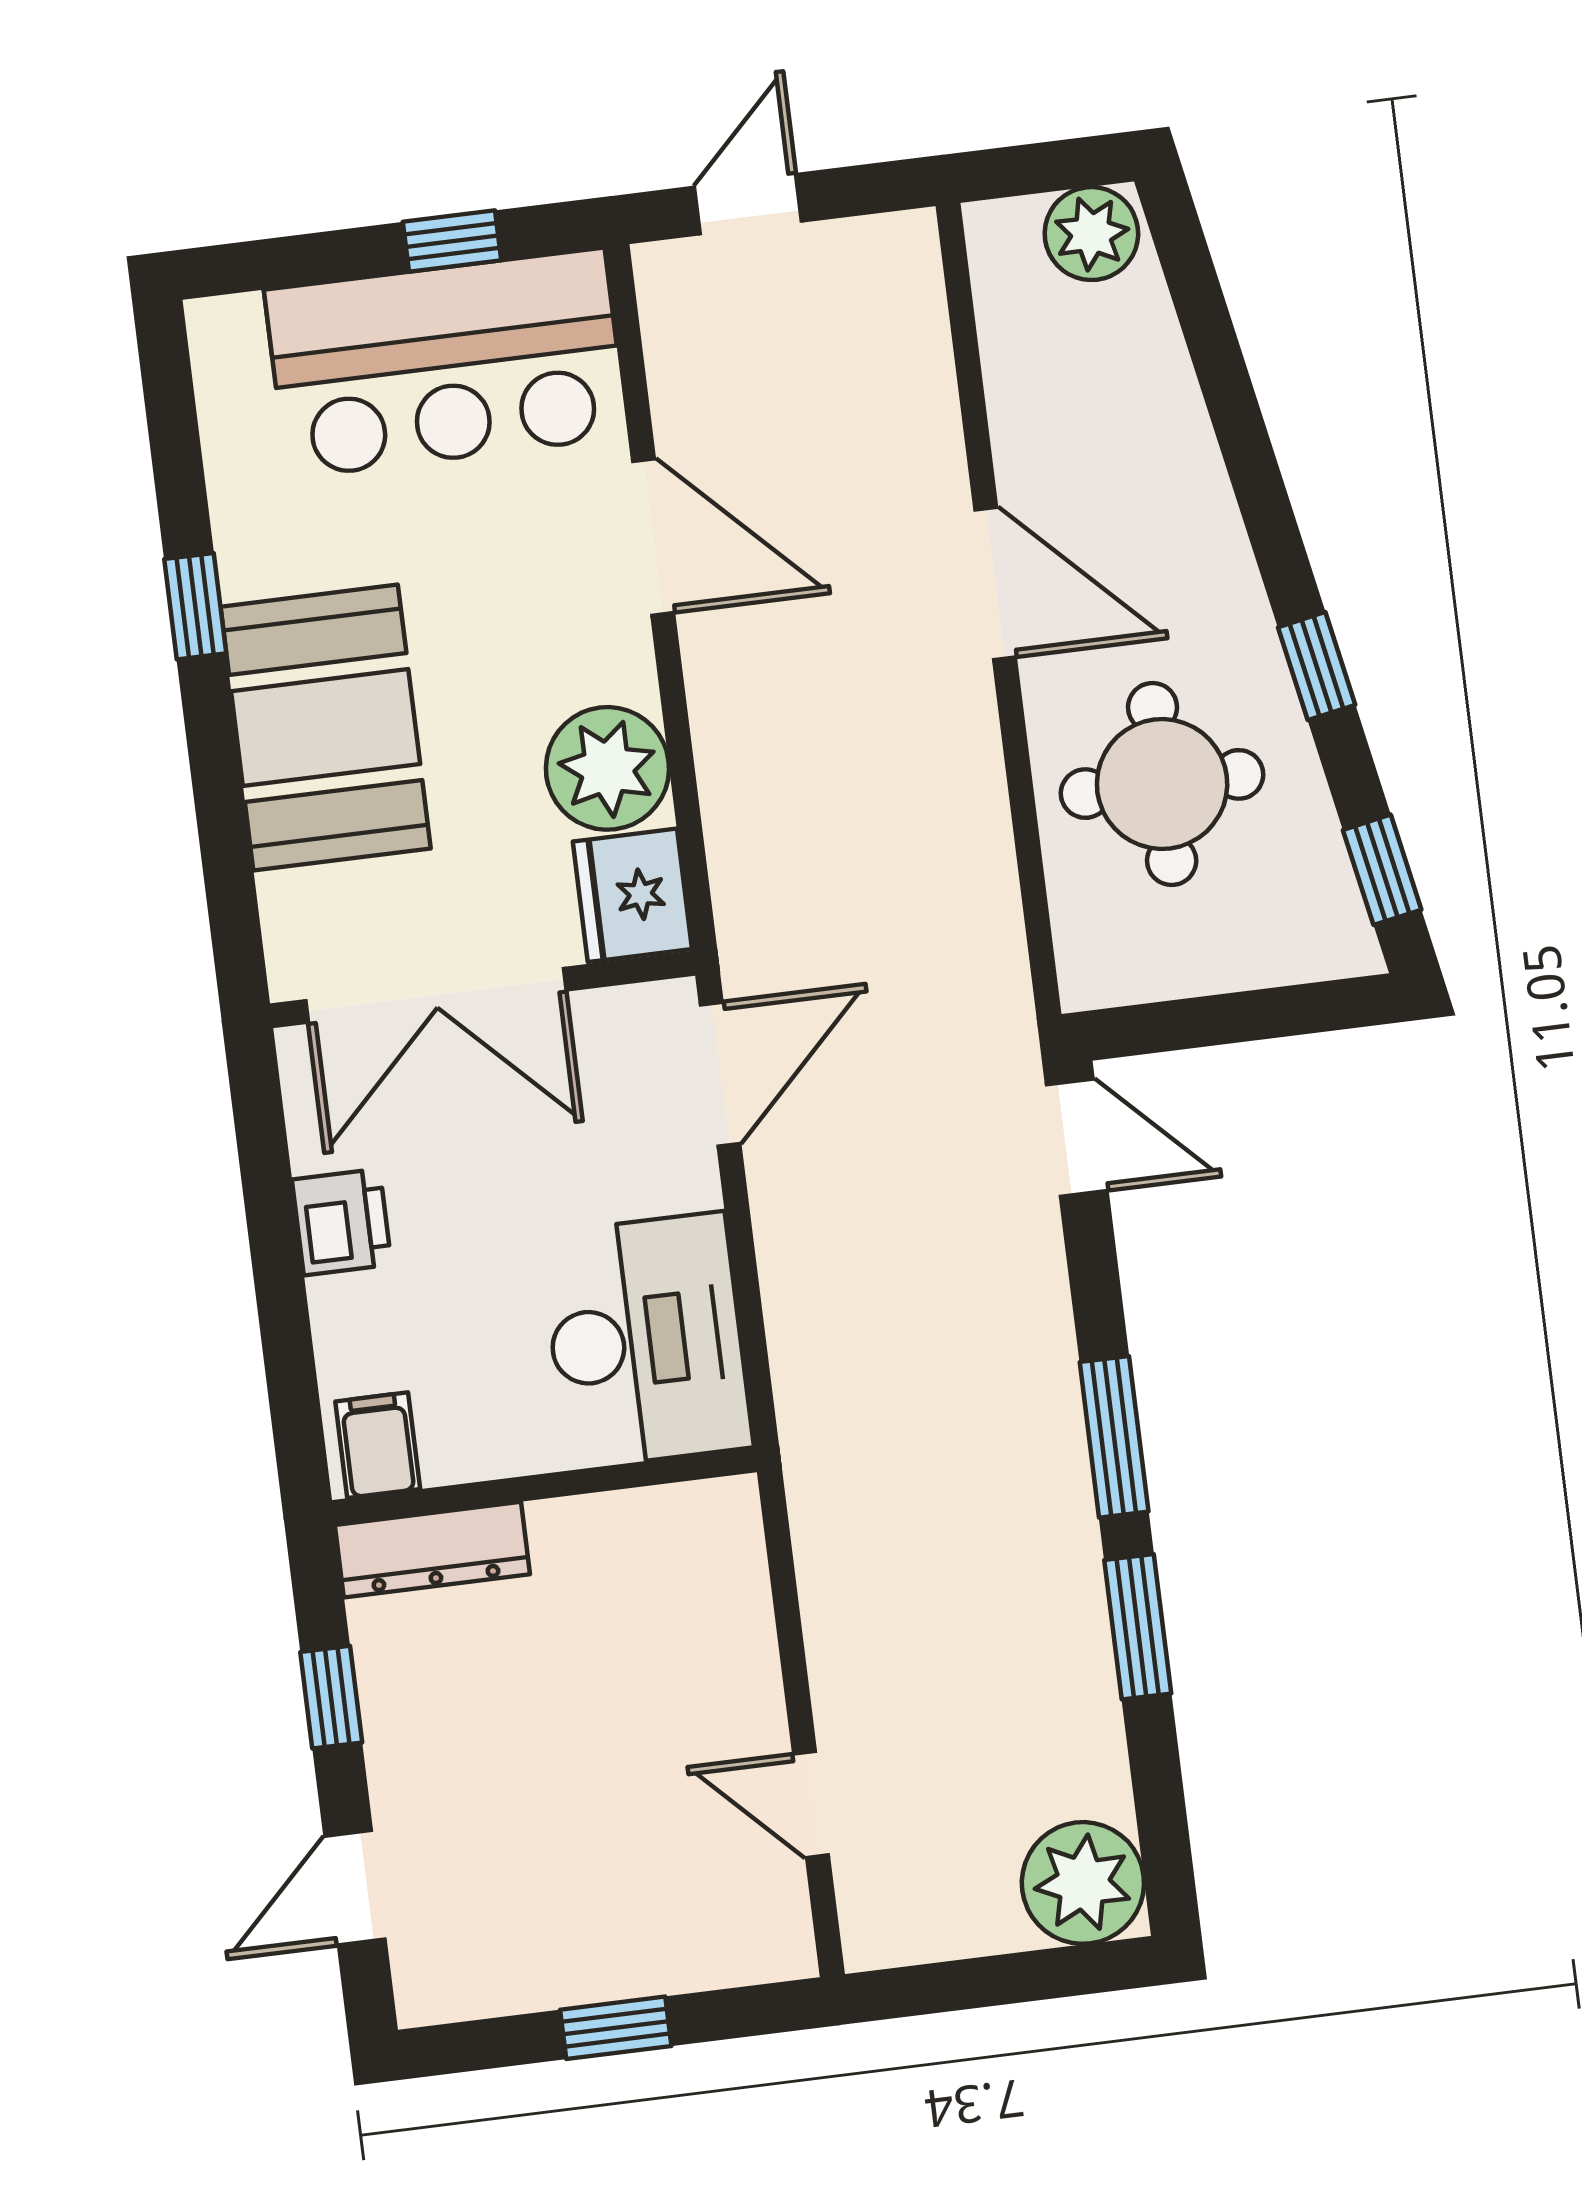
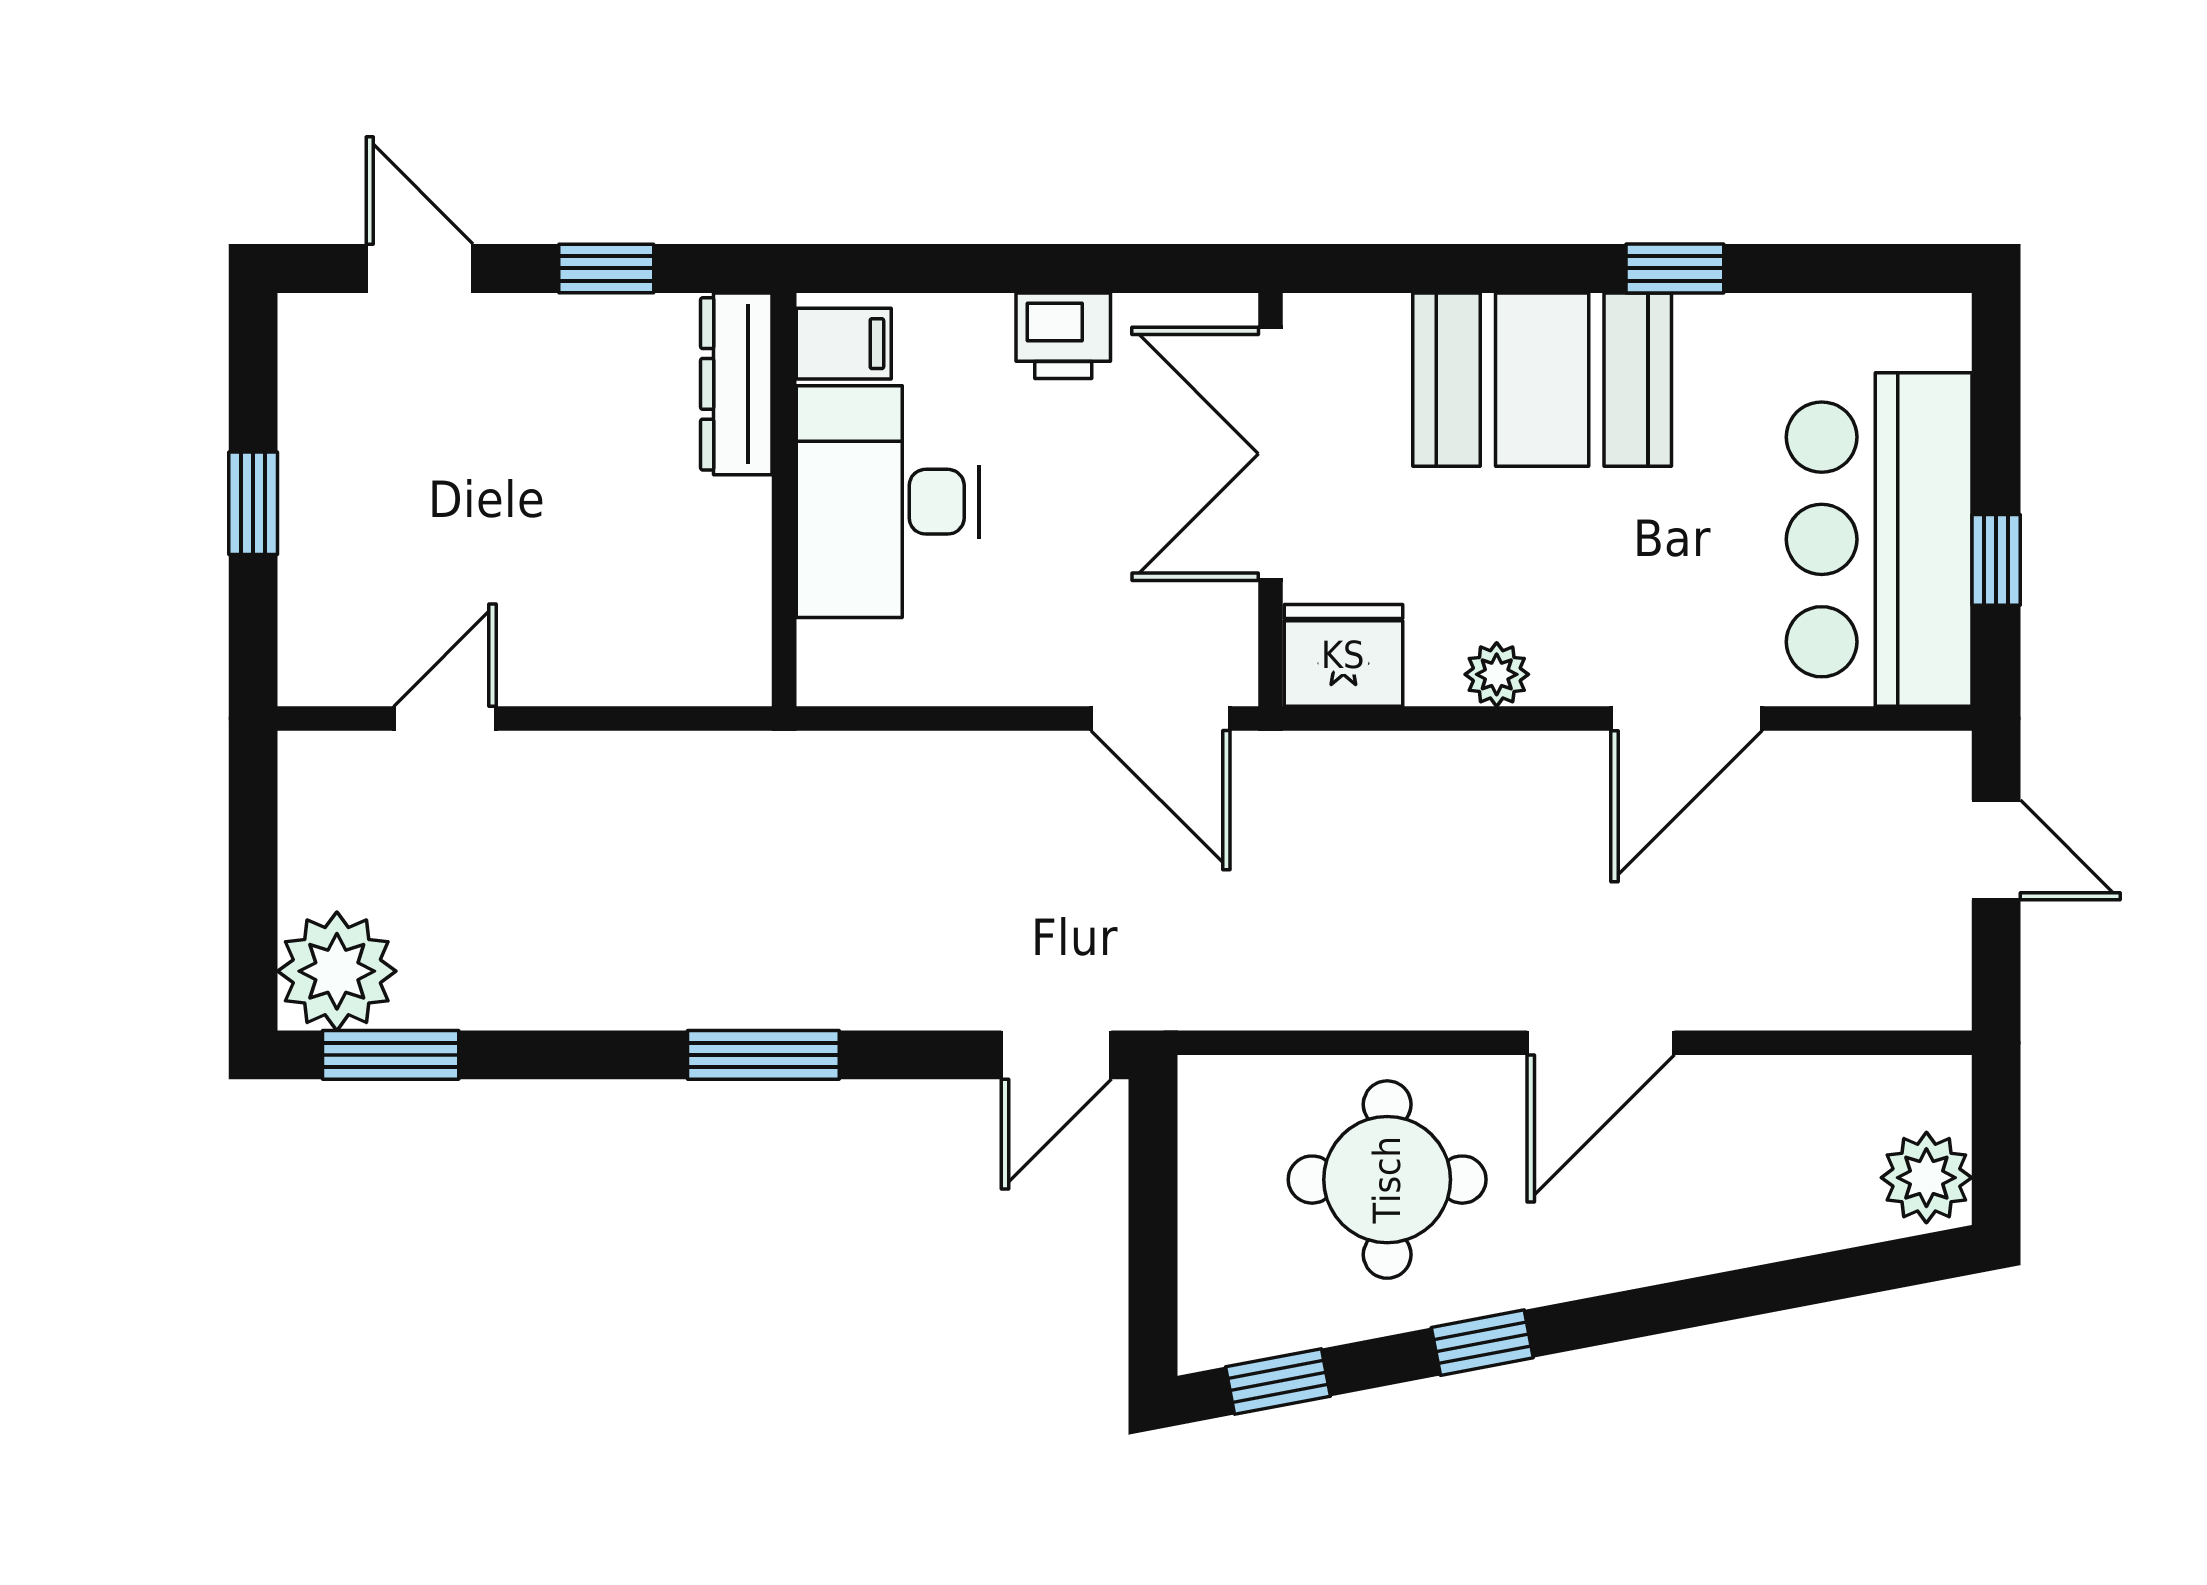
plant: (607, 768) -> (1497, 674), width x0.53, depth x0.53
desk: (646, 1341) -> (887, 502), moved, turned 90
window: (1138, 1627) -> (391, 1055), moved

